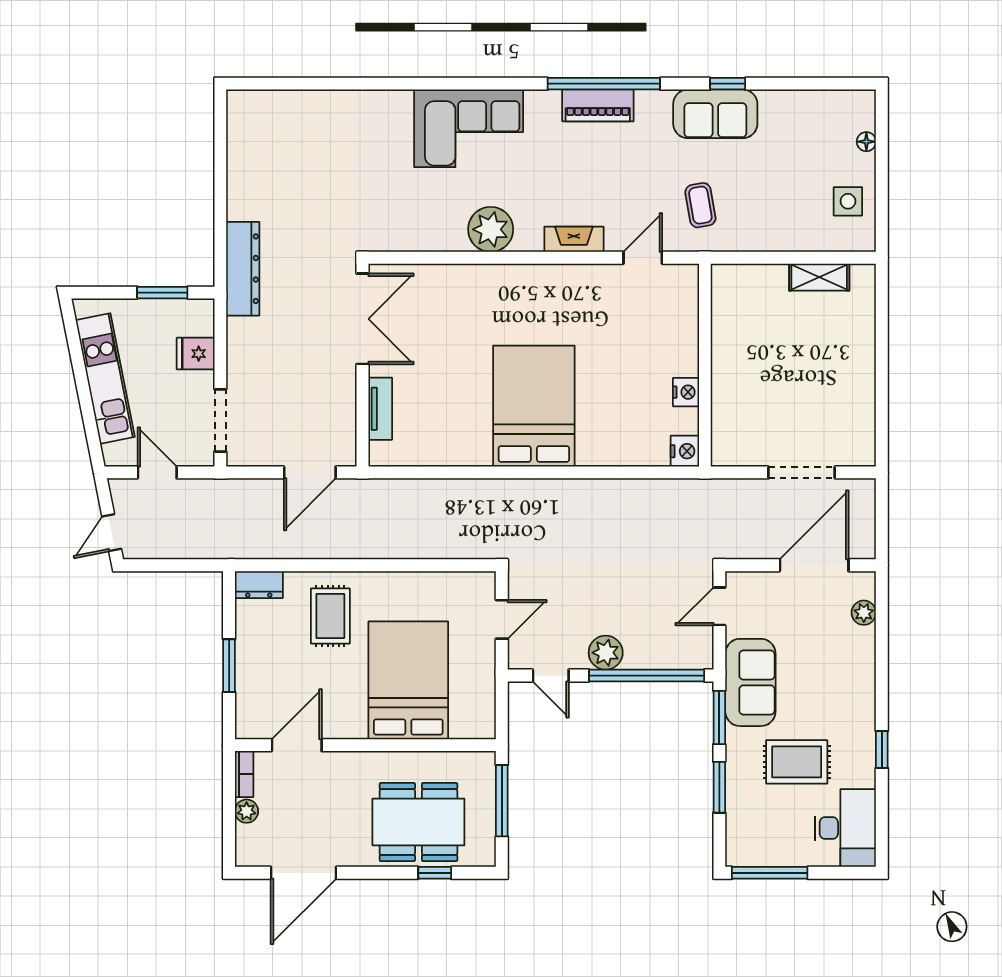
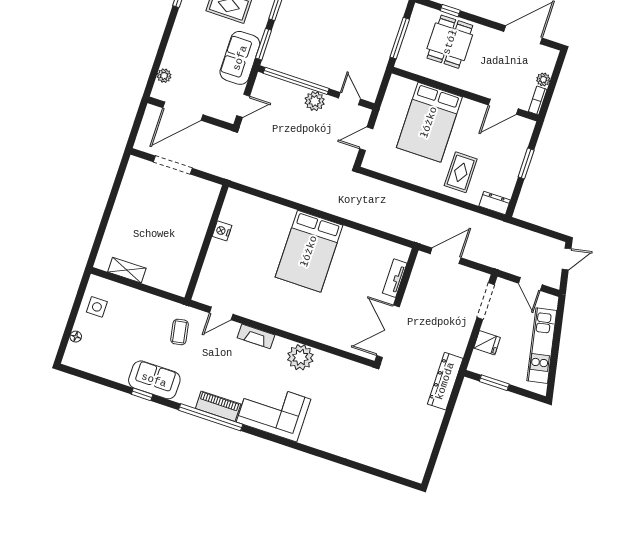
corner sofa: (469, 128) -> (274, 411), moved
nightstand: (685, 451) -> (234, 198), removed
dining table: (418, 822) -> (450, 42), width x0.73

